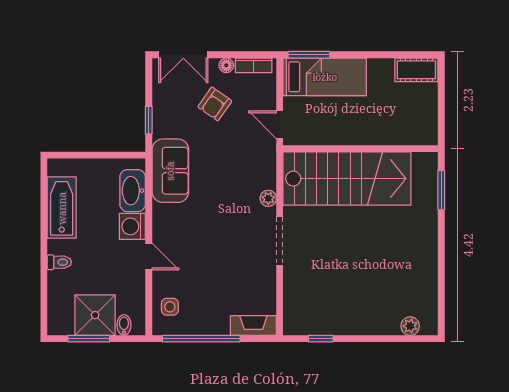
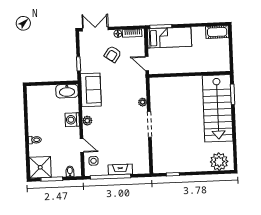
double door: (183, 55) -> (95, 29), swing flipped
stairs: (347, 179) -> (218, 108), moved, turned 90
washbasin: (133, 191) -> (67, 91), moved, turned -90
bathtub: (62, 208) -> (35, 111), removed
plant: (161, 229) -> (87, 121), added
door: (149, 256) -> (82, 145), moved
shower: (95, 315) -> (40, 167), moved
fireplace: (253, 325) -> (120, 169), moved
plant: (410, 326) -> (219, 162), width x1.87, depth x1.87

